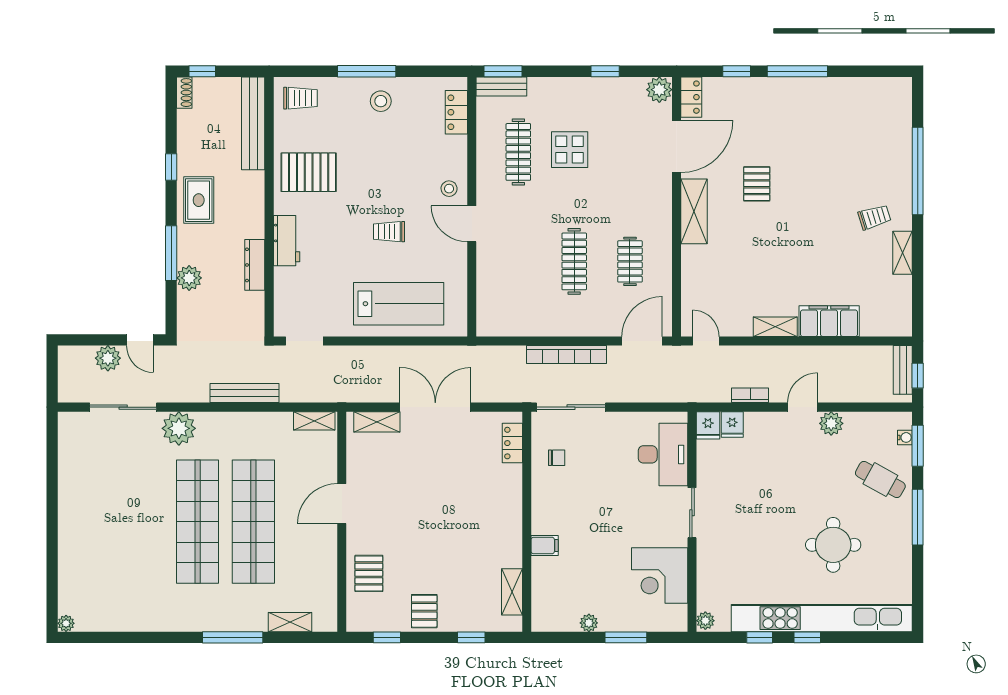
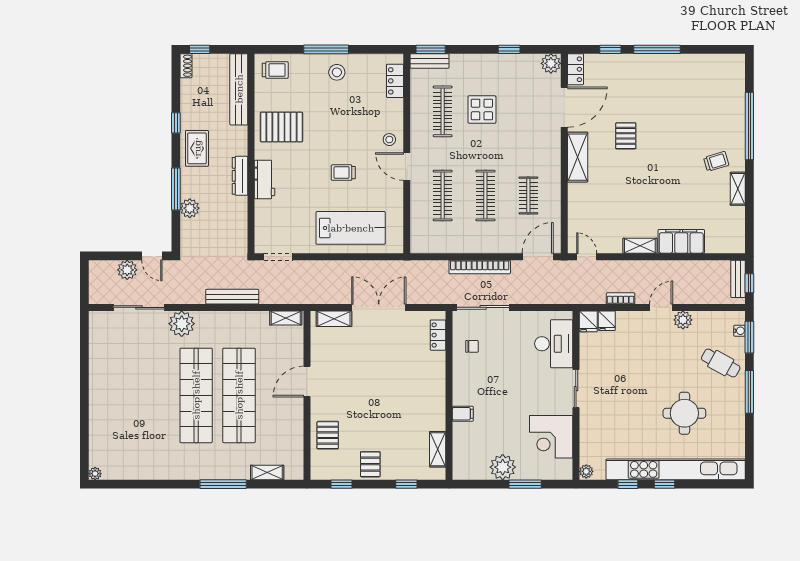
clothes rail: (518, 261) -> (443, 195), added
dresser: (255, 265) -> (240, 176), moved
plant: (589, 623) -> (503, 467), width x1.87, depth x1.87

